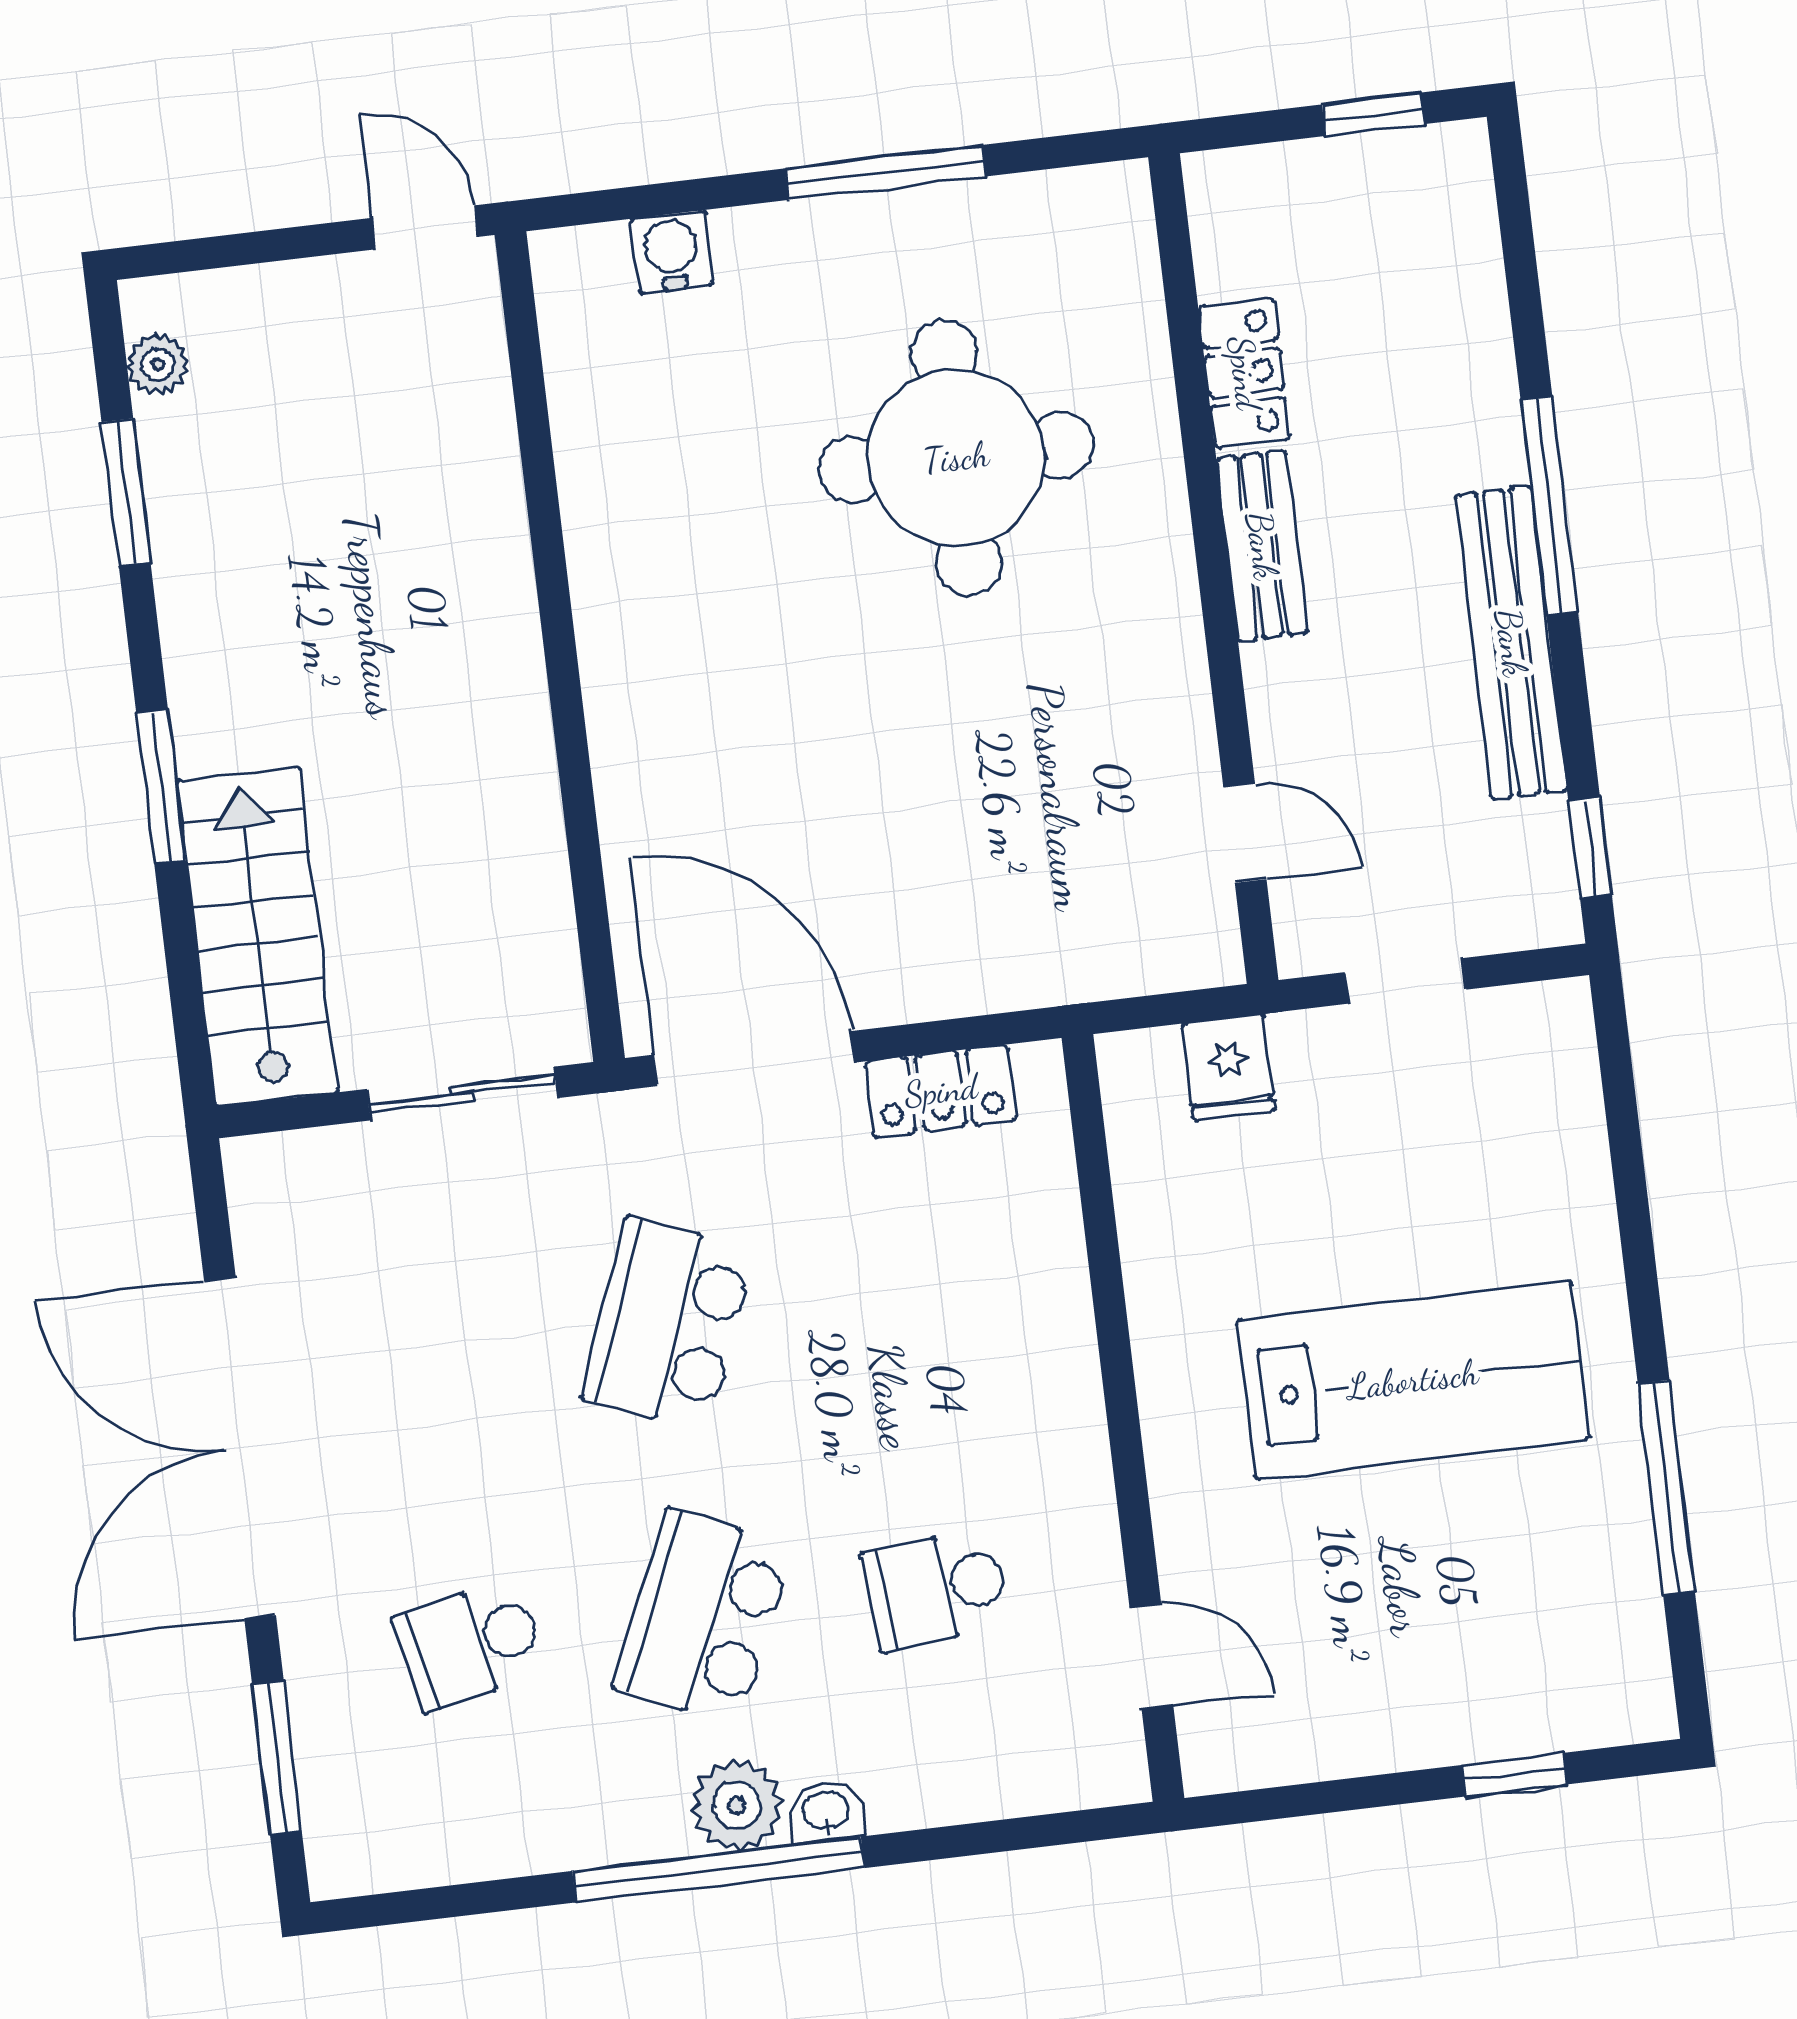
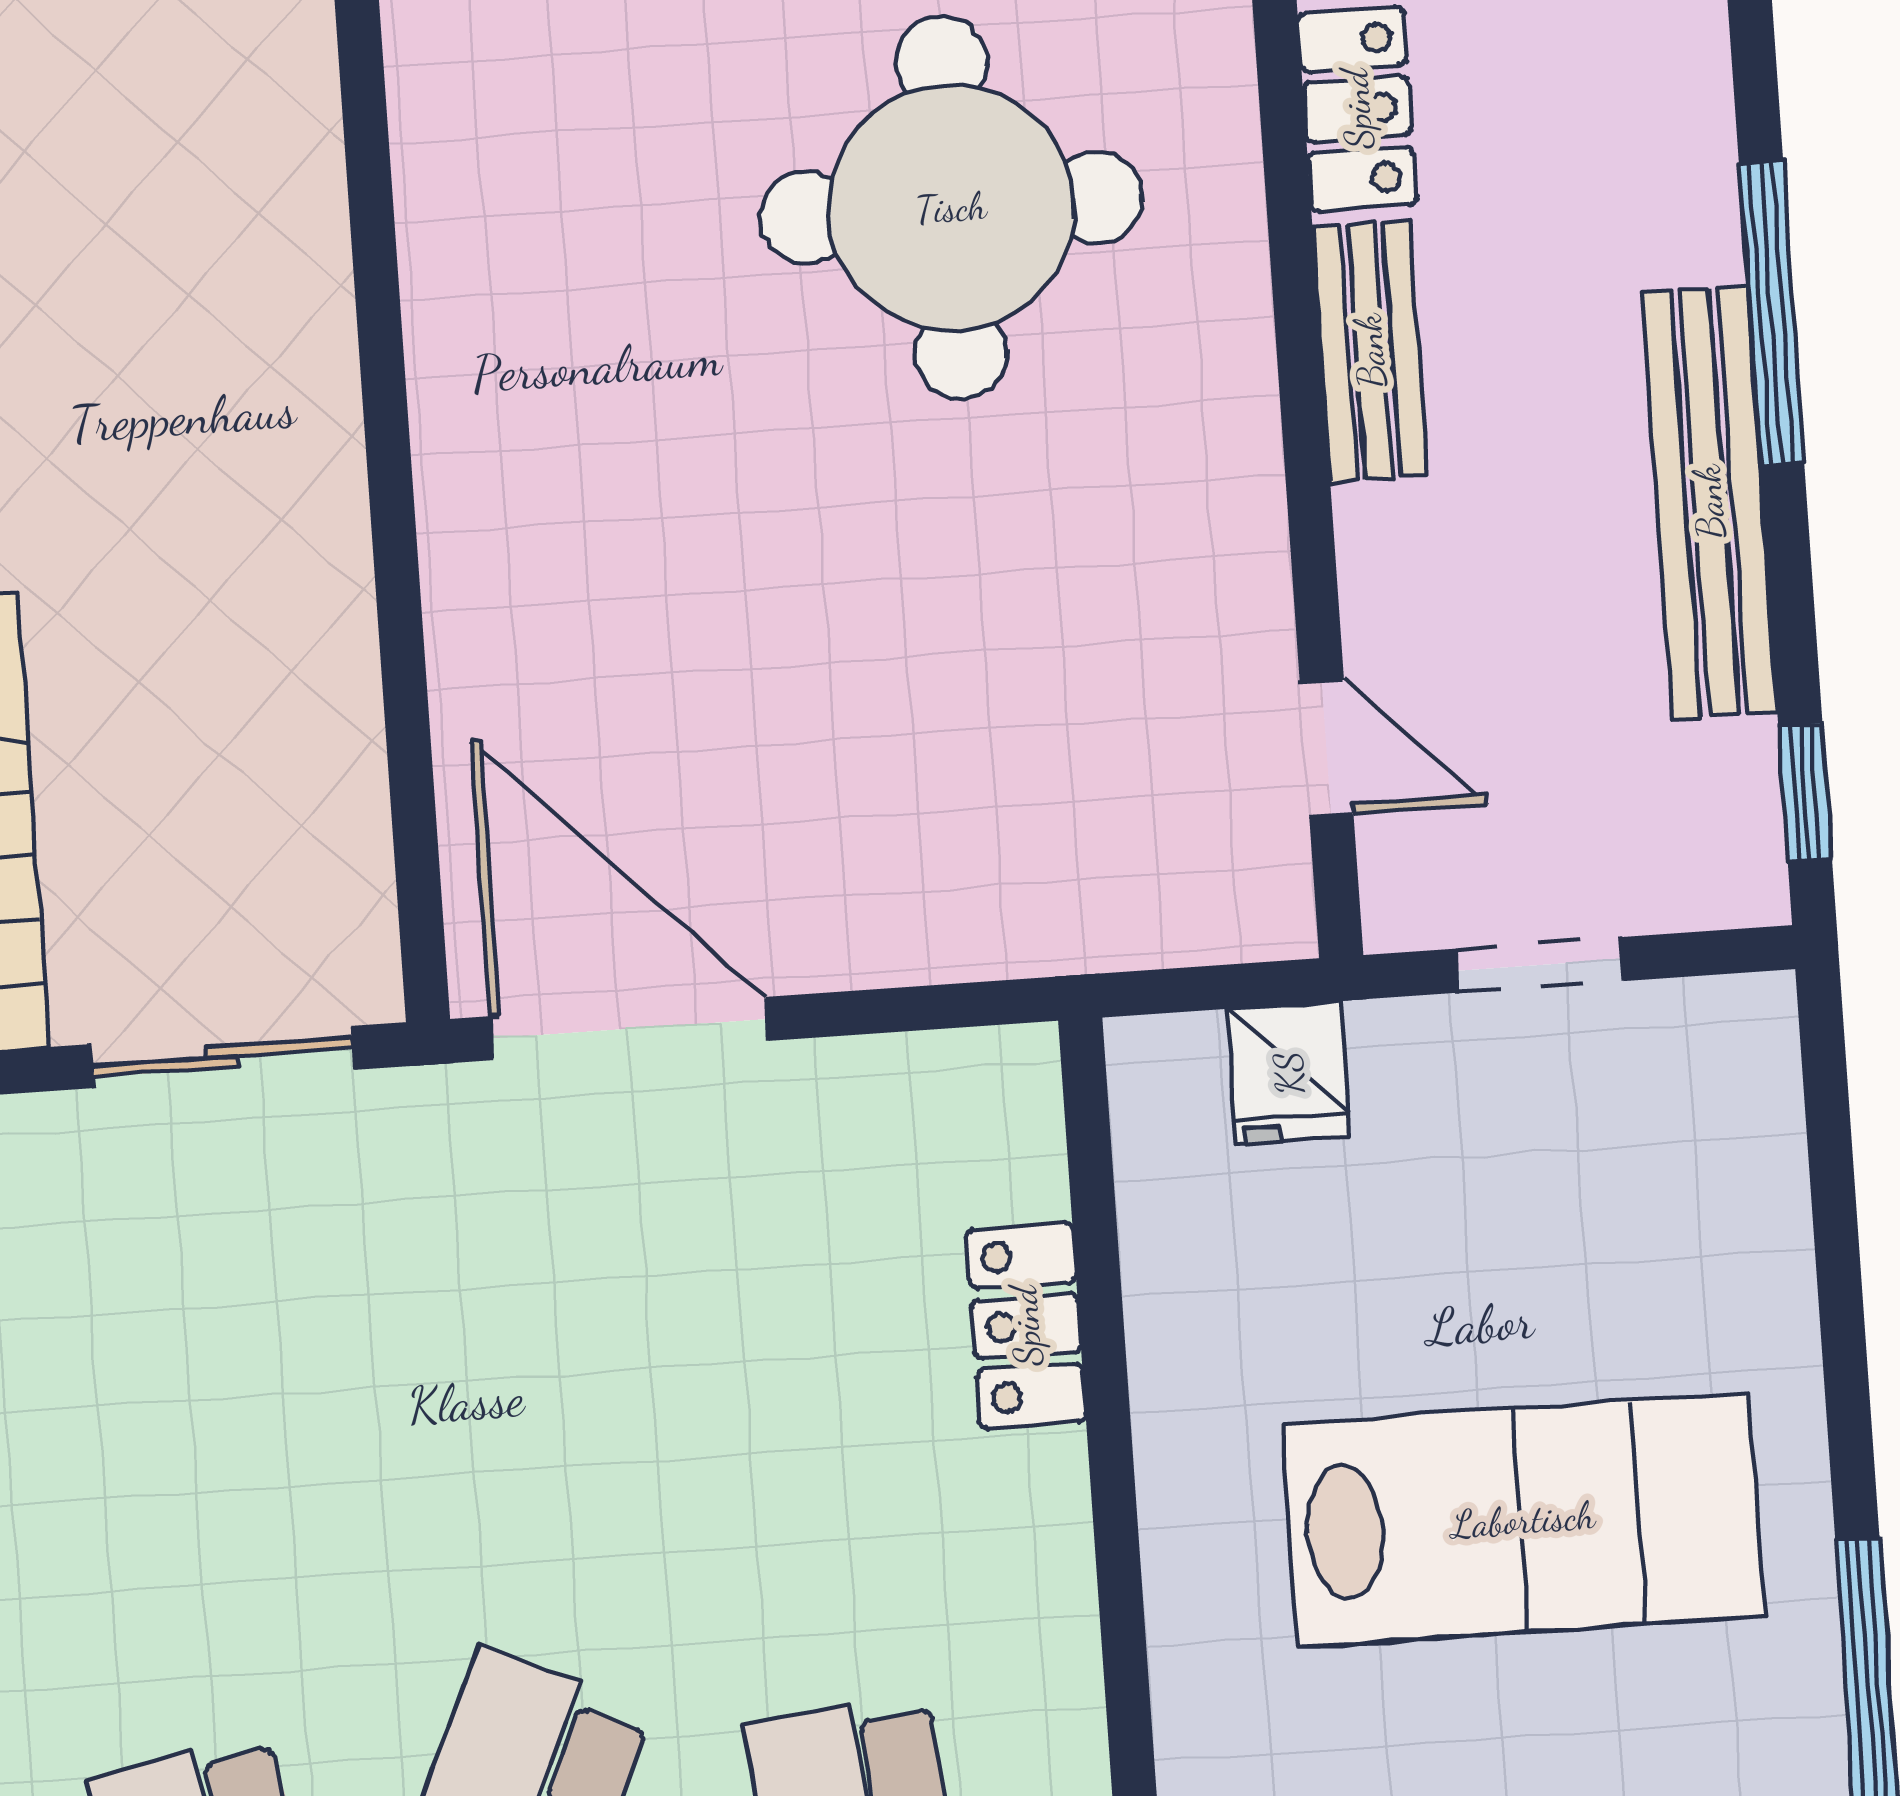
locker: (941, 1091) -> (1026, 1326), moved, turned 90
school desk: (668, 1323) -> (493, 1390), removed

